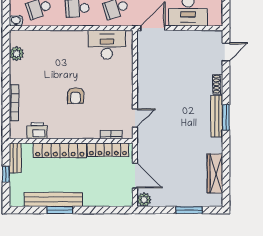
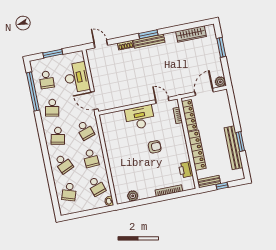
desk: (107, 45) -> (140, 117), moved, turned 90

